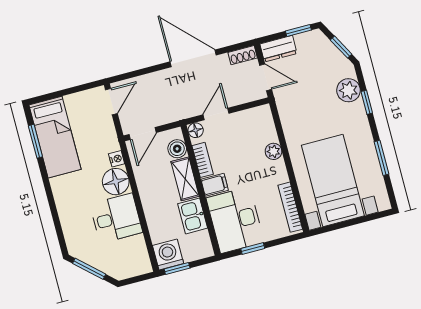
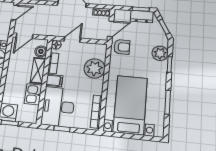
dresser: (278, 49) -> (142, 17), moved
door: (266, 77) -> (111, 29), hinge flipped
armchair: (292, 100) -> (122, 47), added
plant: (273, 151) -> (94, 68), width x1.88, depth x1.88

